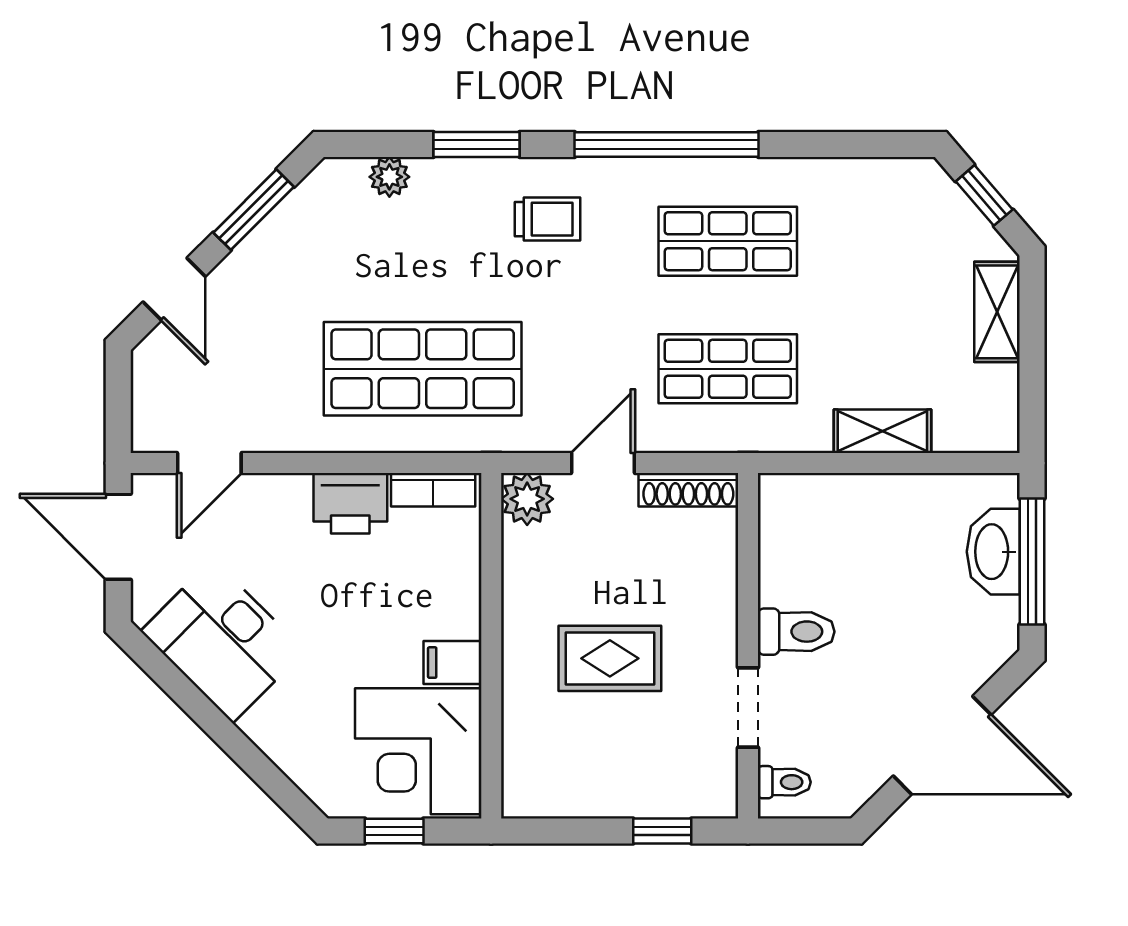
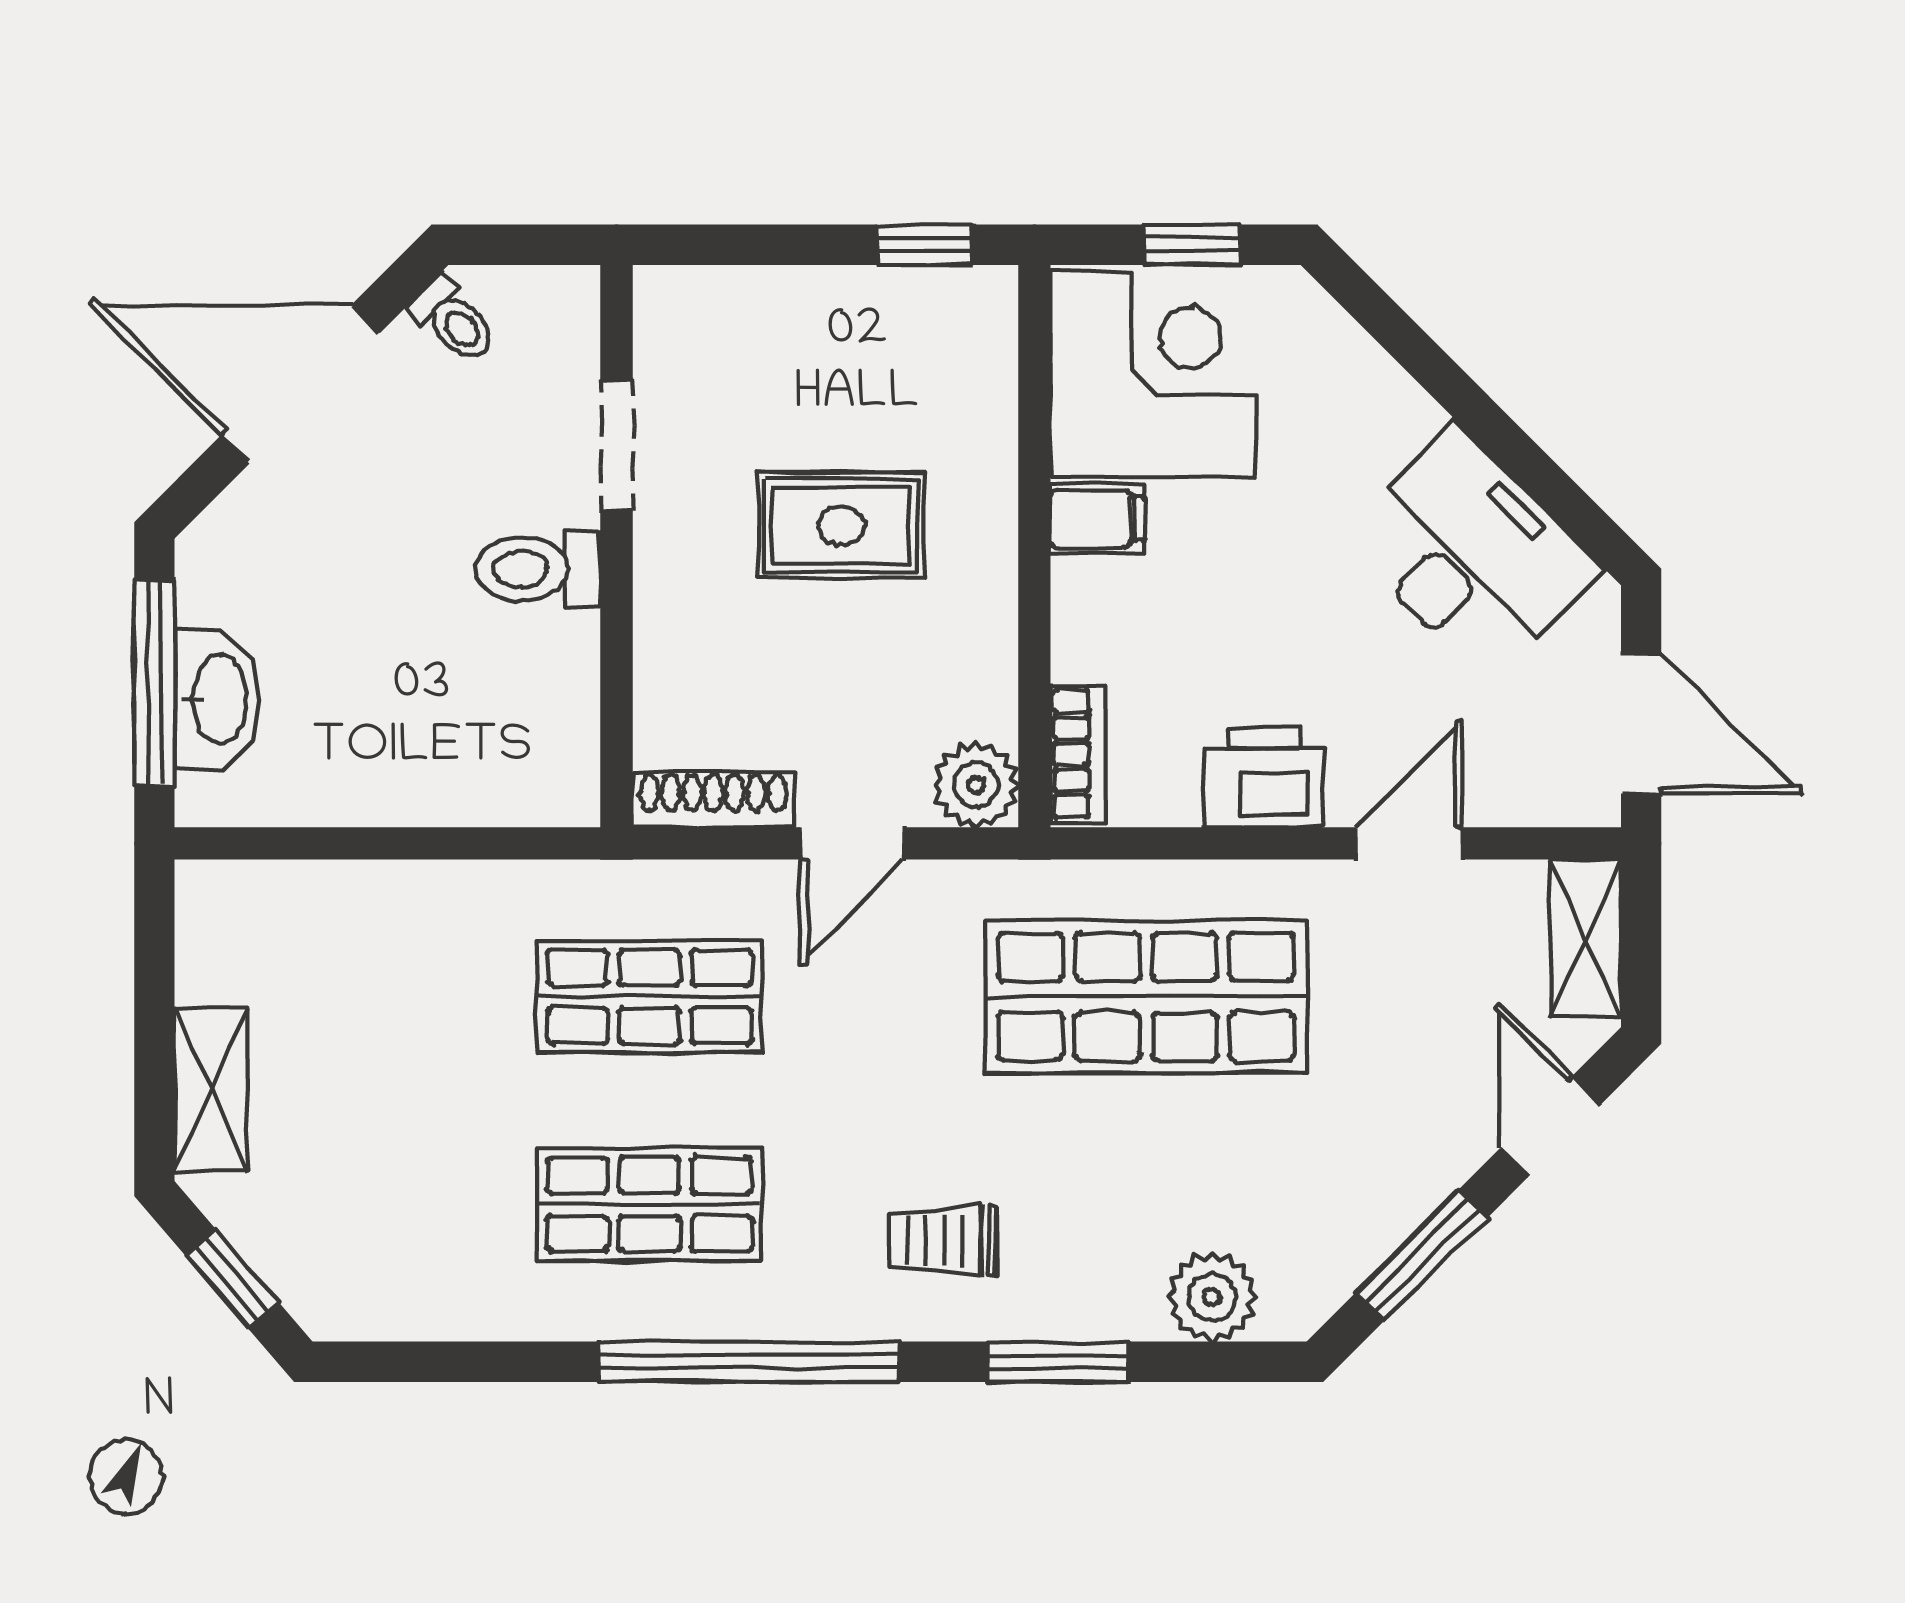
plant: (389, 177) -> (1212, 1297), width x1.38, depth x1.38
shelving: (882, 431) -> (1585, 939), moved, turned 90
door: (209, 463) -> (1409, 843), moved
bookcase: (433, 490) -> (1078, 754), moved, turned 90
toilet: (784, 782) -> (453, 320), moved, turned -135
window: (662, 831) -> (925, 245), moved

